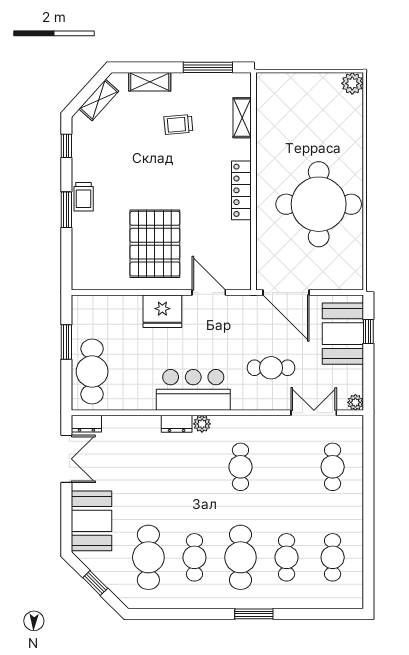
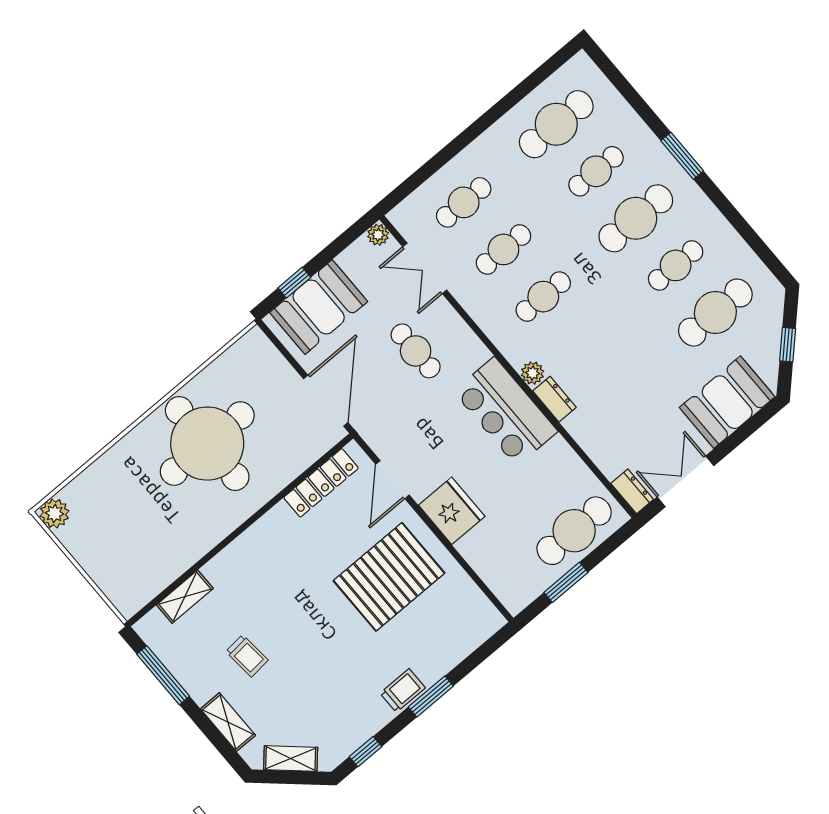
locker: (241, 190) -> (321, 483), moved
cafe table: (287, 467) -> (503, 249), added
cafe table: (333, 557) -> (556, 124), width x1.37, depth x1.35

